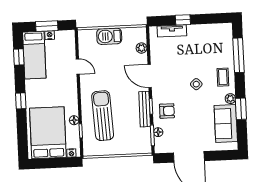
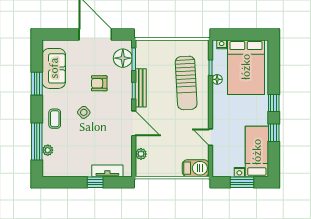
barbecue: (109, 36) -> (196, 168), moved
window: (19, 57) -> (274, 133), moved
plant: (230, 99) -> (48, 150), moved
armchair: (167, 111) -> (99, 83), moved
floor lamp: (158, 132) -> (123, 58), width x1.89, depth x1.89

